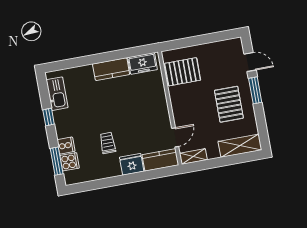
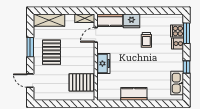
freezer: (143, 64) -> (103, 63), moved, turned 90
window: (255, 90) -> (30, 47), moved

